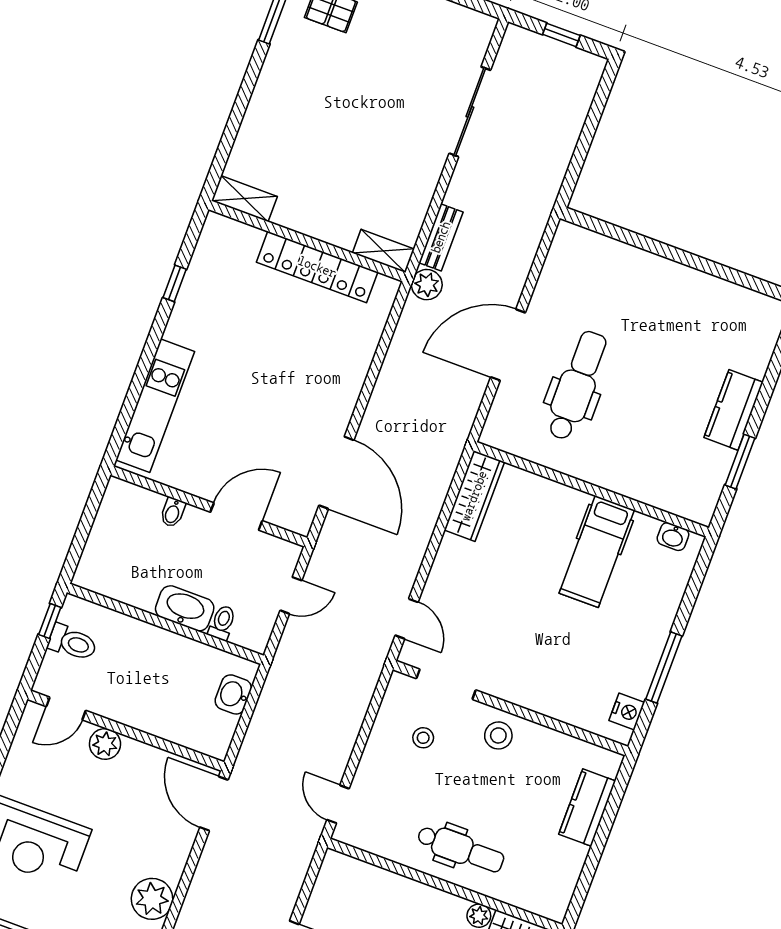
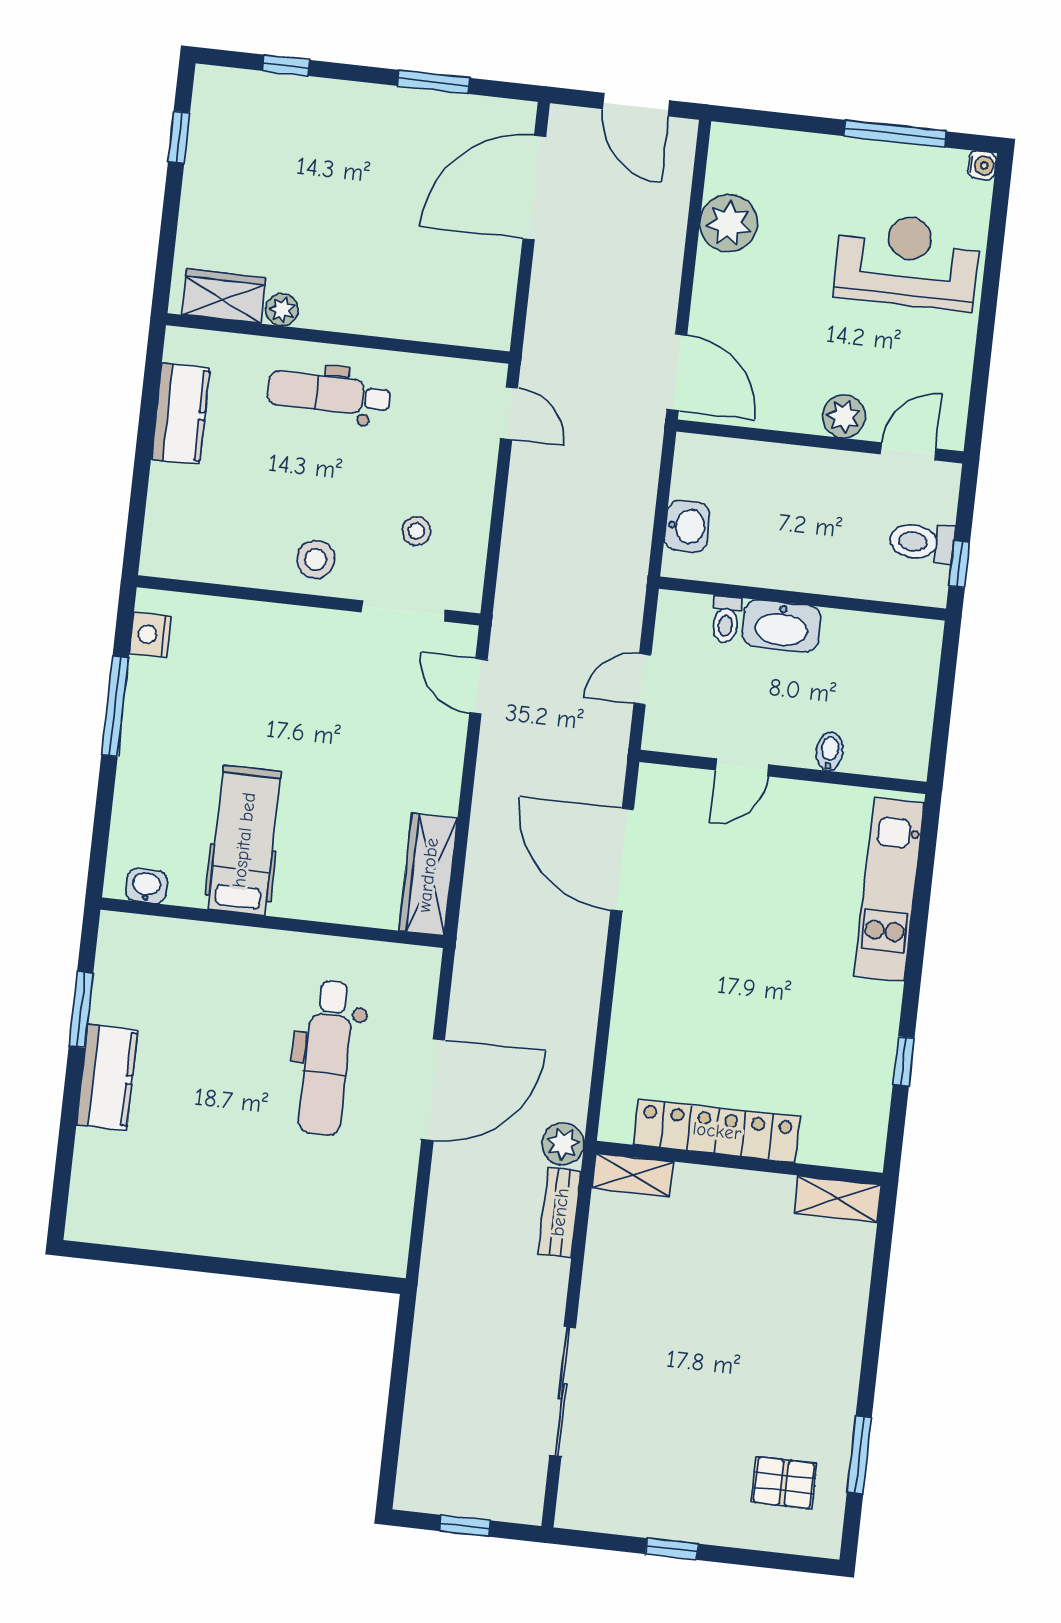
door: (236, 516) -> (742, 767), width x0.73
kitchen counter: (587, 808) -> (181, 413), moved

